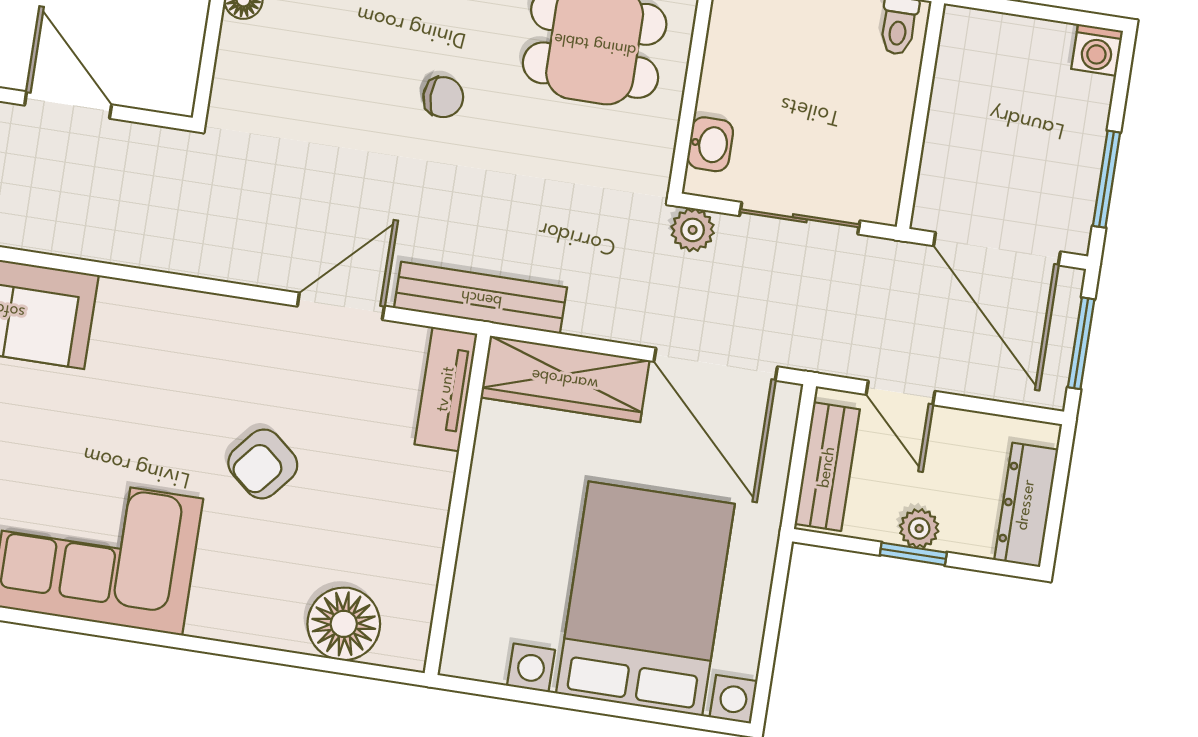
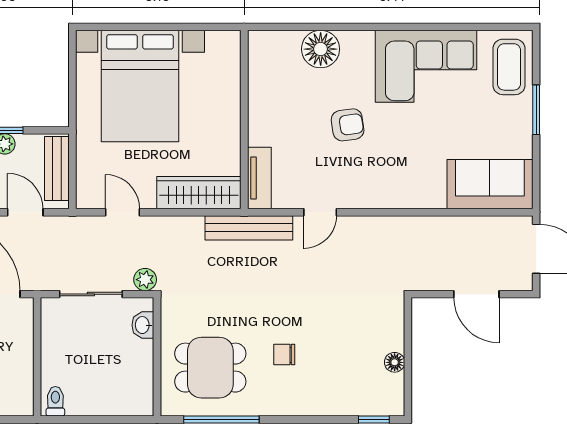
chair: (443, 97) -> (284, 355), moved
door: (341, 306) -> (320, 212), width x0.73
door: (716, 364) -> (123, 212), width x0.53
armchair: (263, 464) -> (348, 125), turned 42
floor lamp: (344, 624) -> (321, 49), moved

